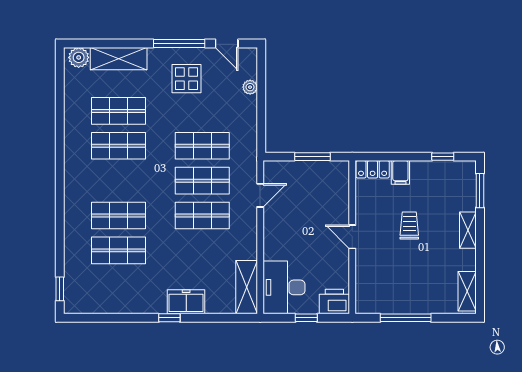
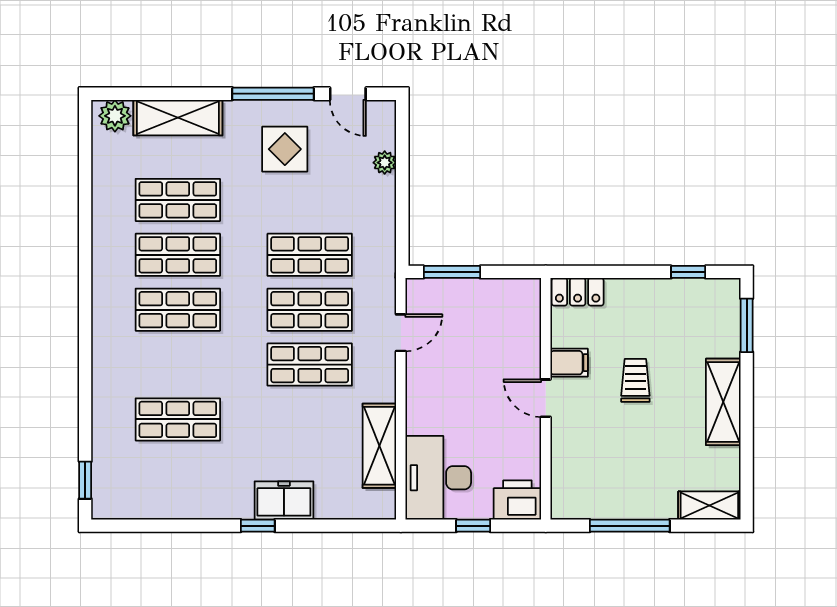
window: (312, 157) -> (452, 272), moved
filing cabinet: (400, 172) -> (569, 363), moved, turned -90
shop shelf: (119, 216) -> (178, 310), moved
shelving: (468, 230) -> (723, 402), width x1.50, depth x1.33
shelving: (247, 287) -> (379, 446), moved
shelving: (467, 291) -> (709, 506), moved, turned 90

